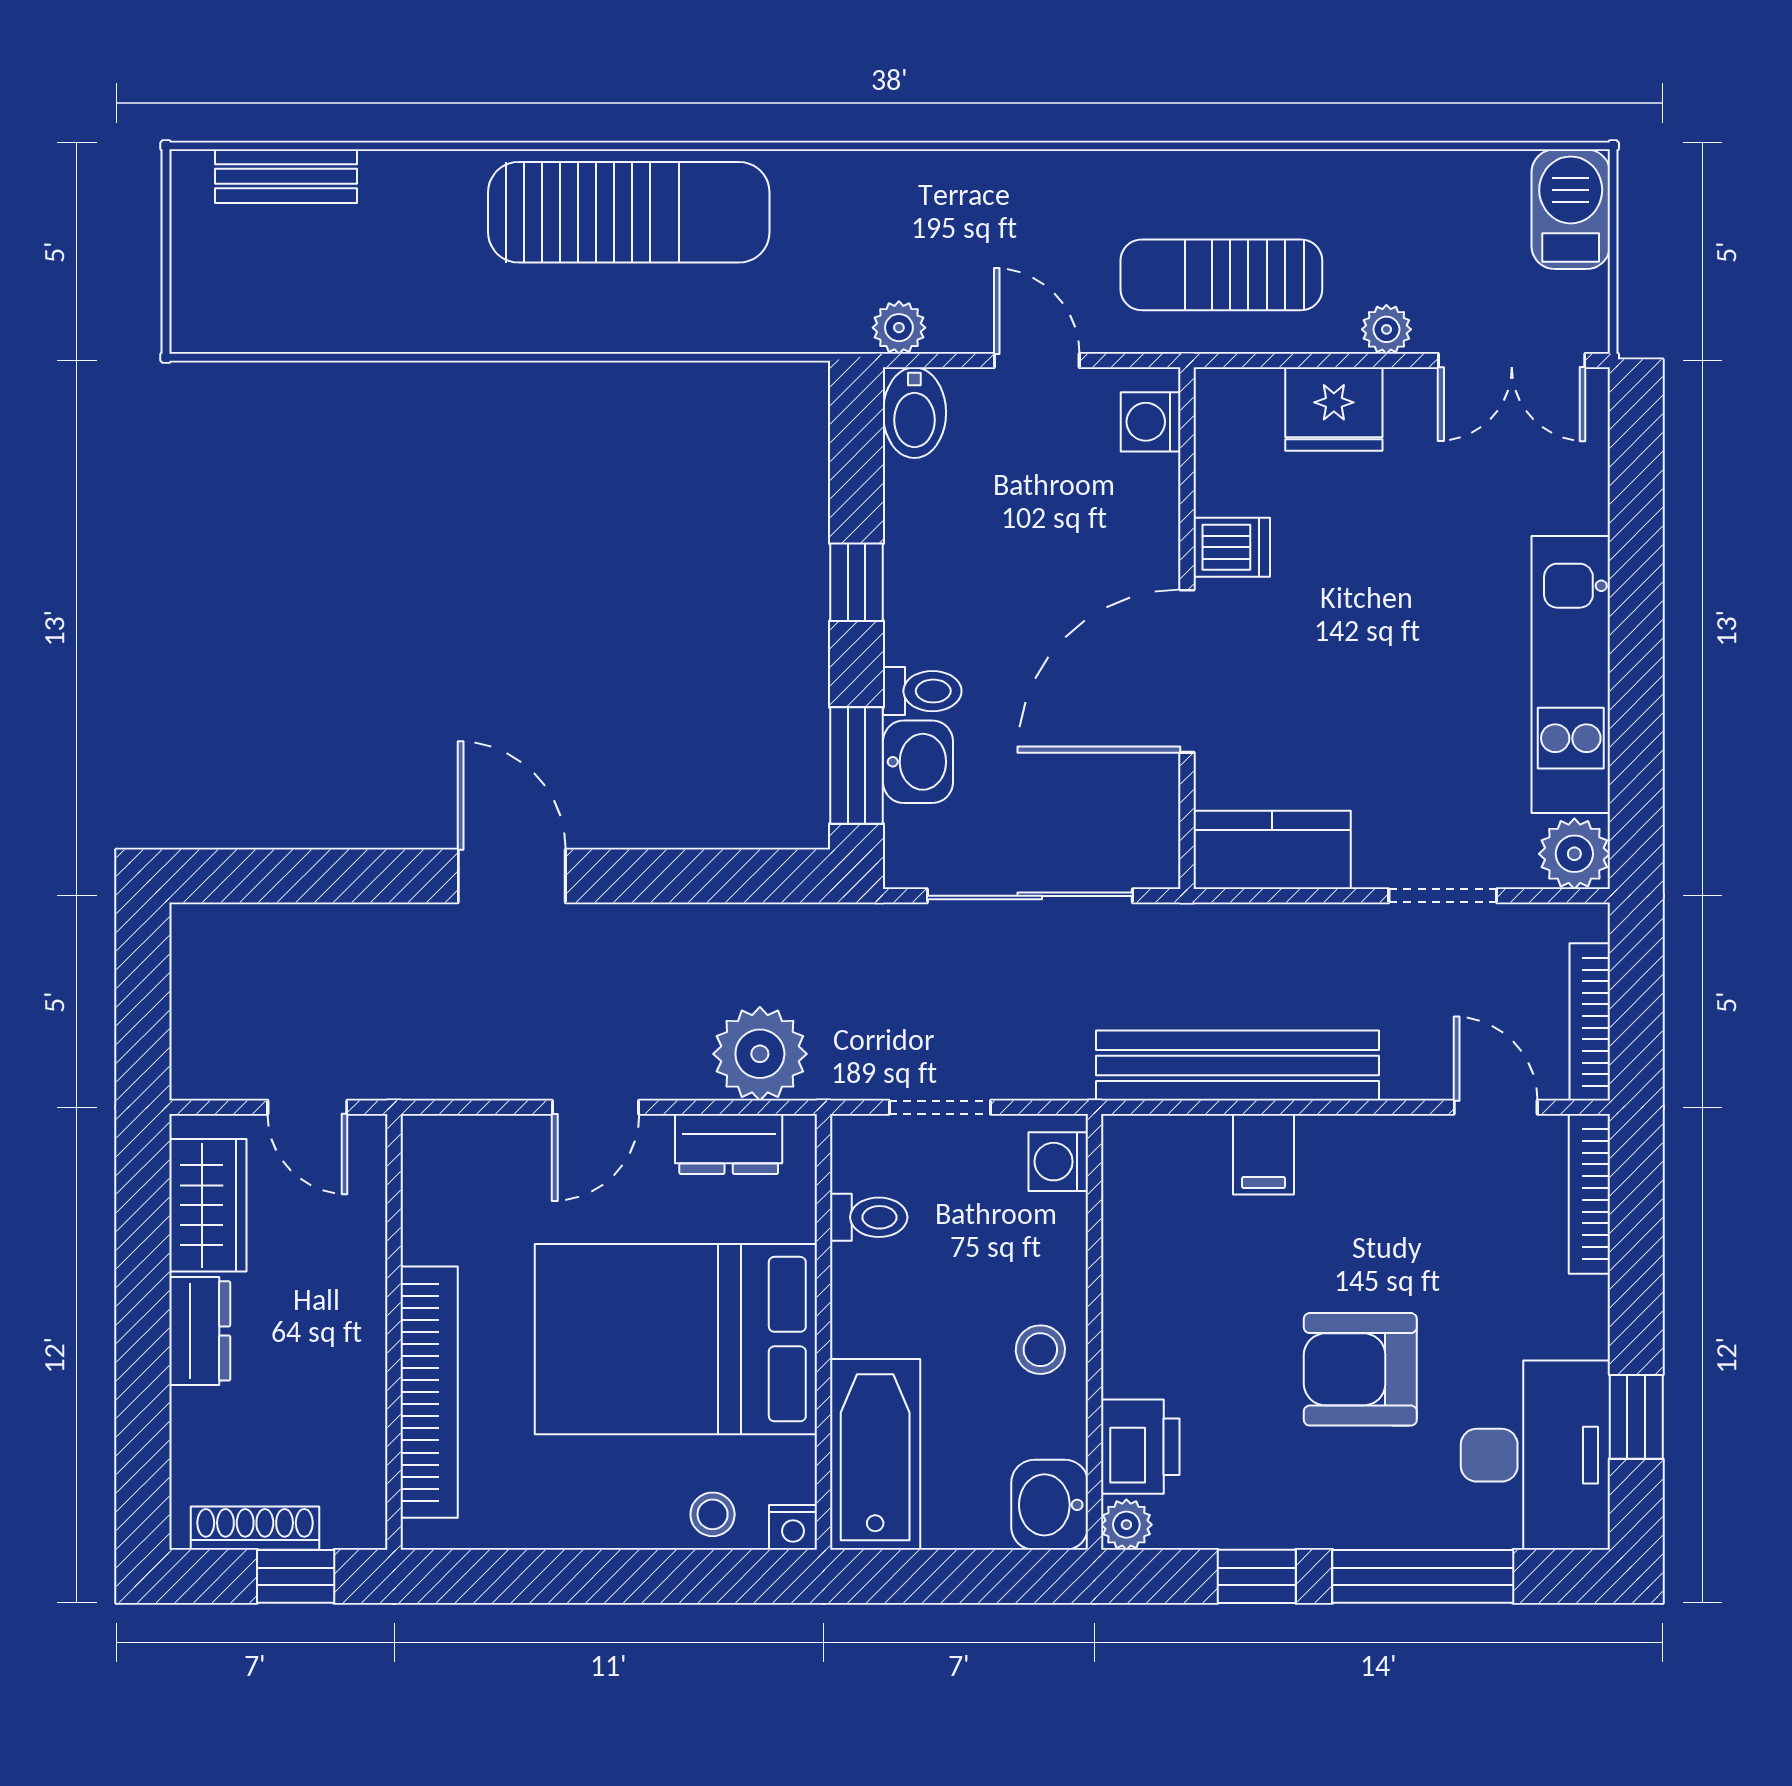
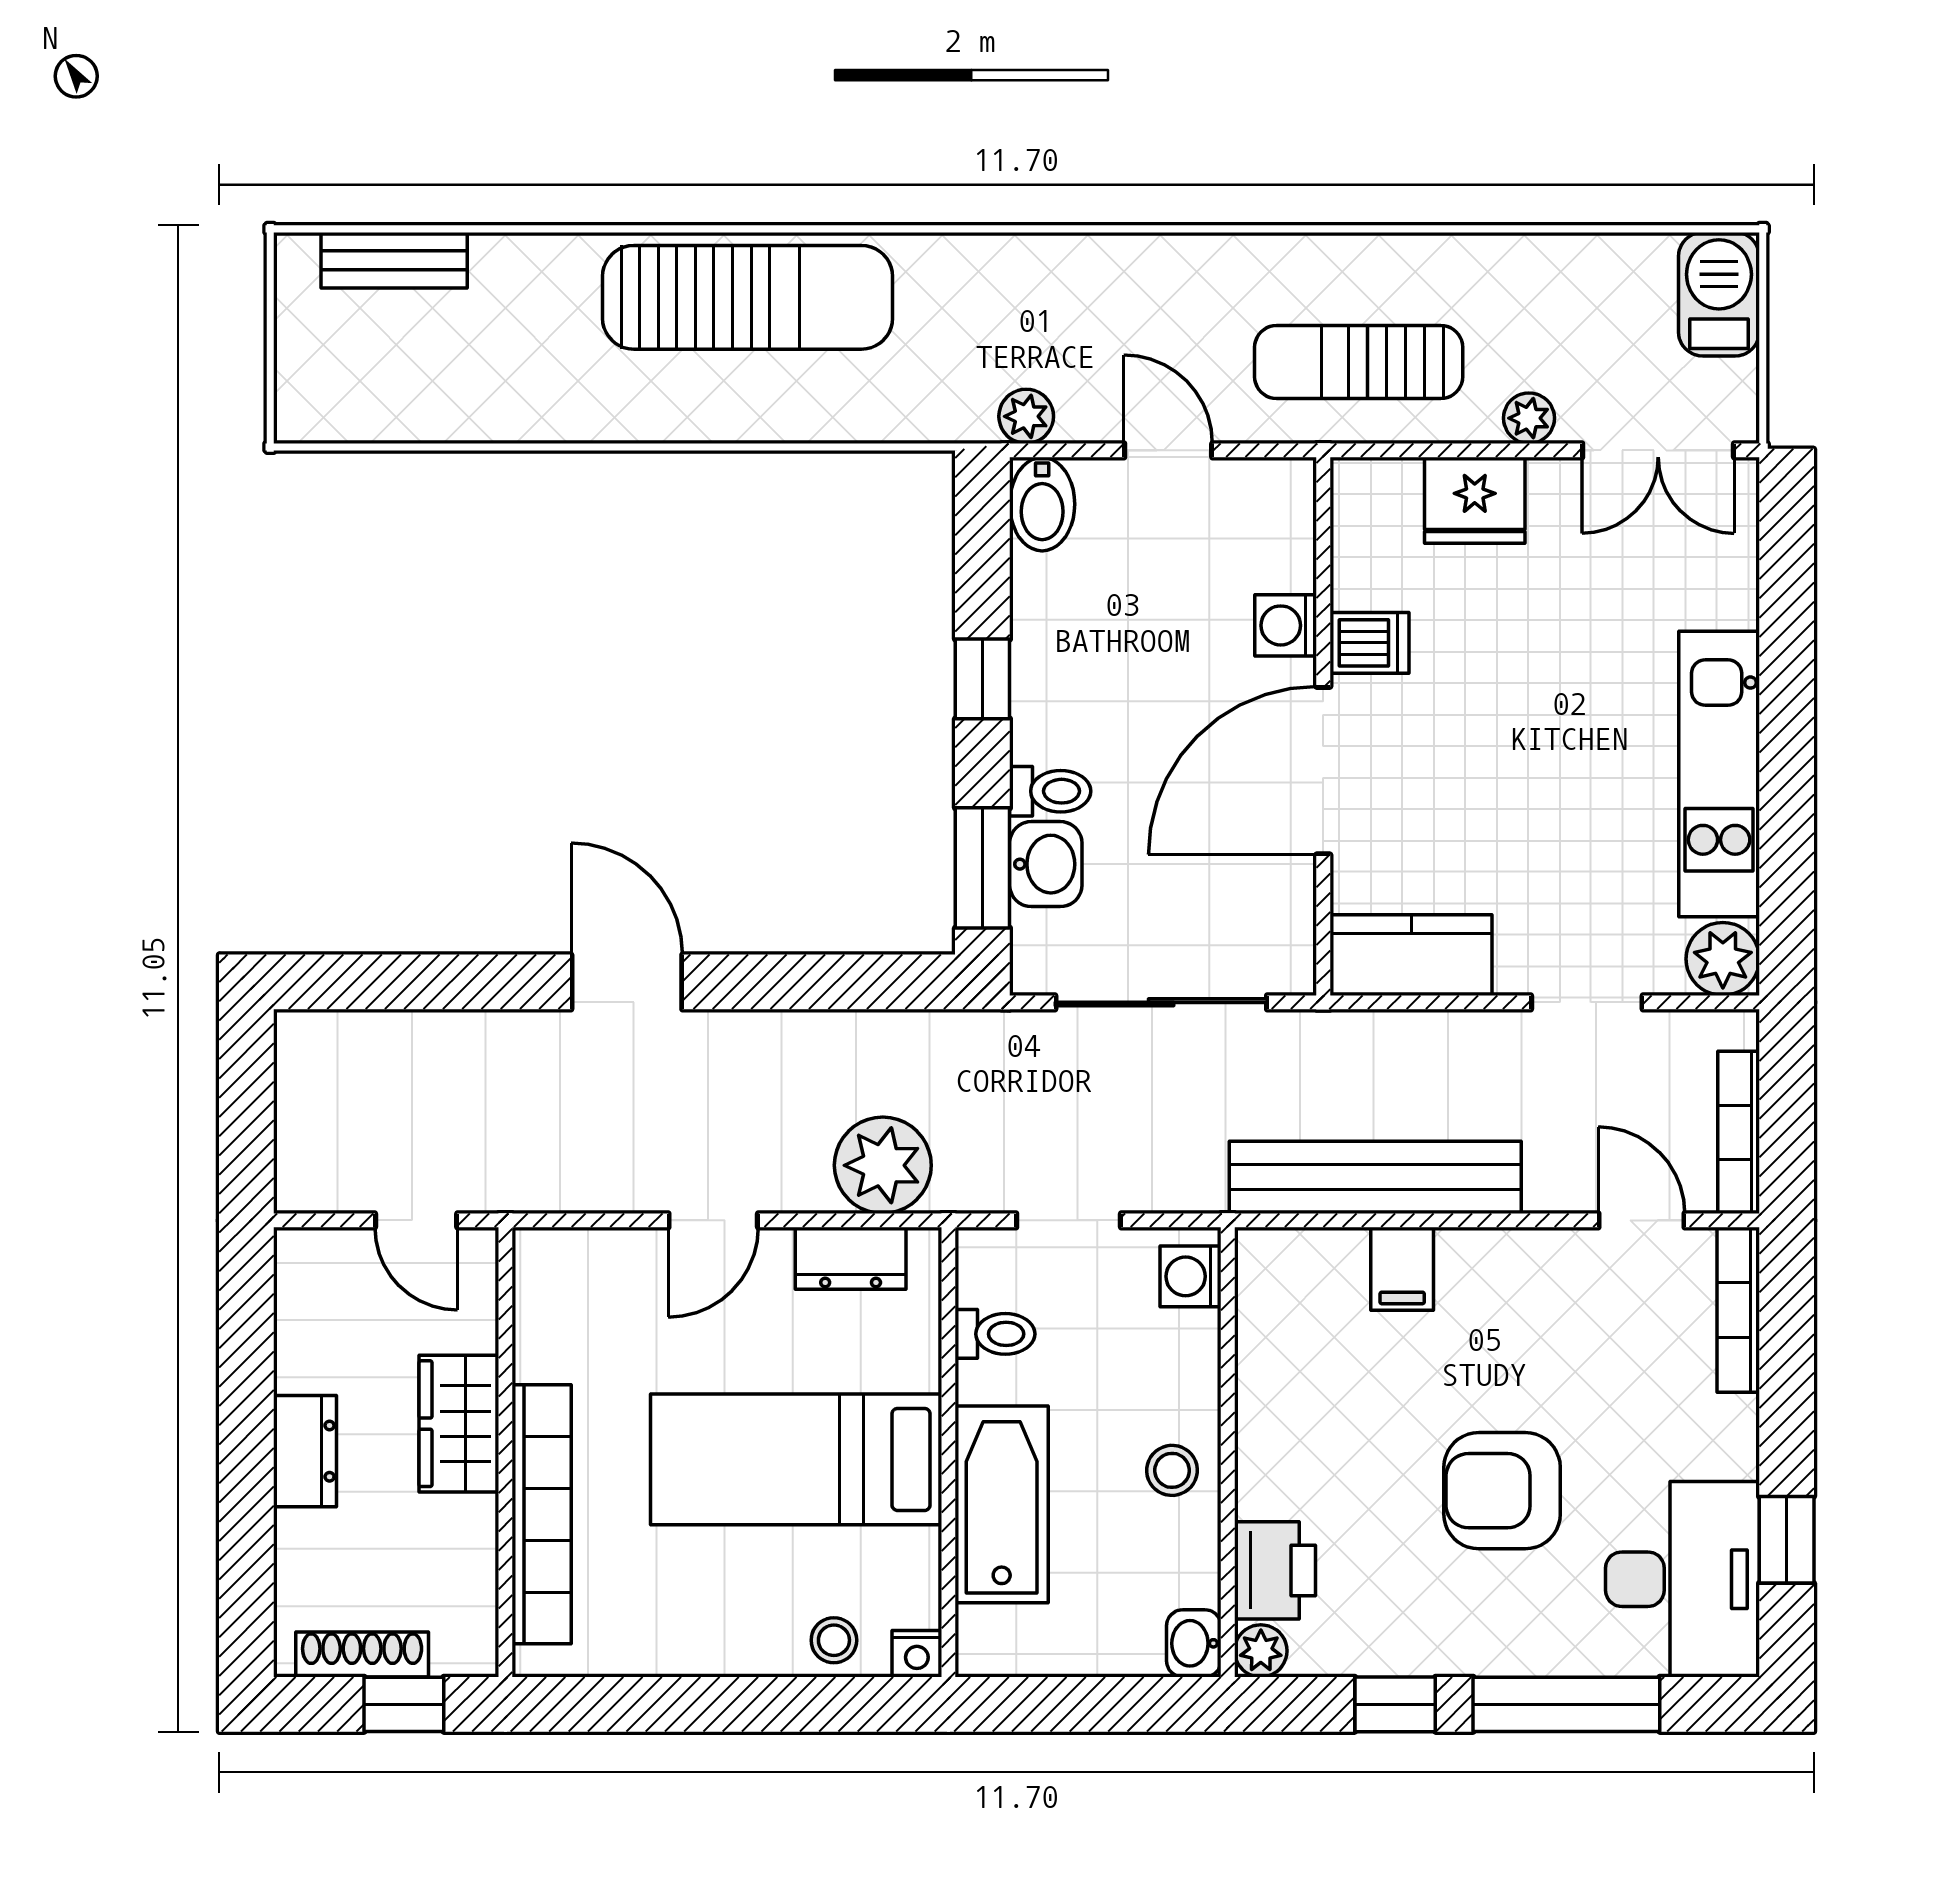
washing machine: (1151, 422) -> (1286, 625), moved
wardrobe: (208, 1205) -> (459, 1424), moved, turned 180
bed: (676, 1339) -> (796, 1459), width x0.67
bathtub: (875, 1454) -> (1002, 1504), moved
washbasin: (1050, 1505) -> (1194, 1643), width x0.72, depth x0.69

